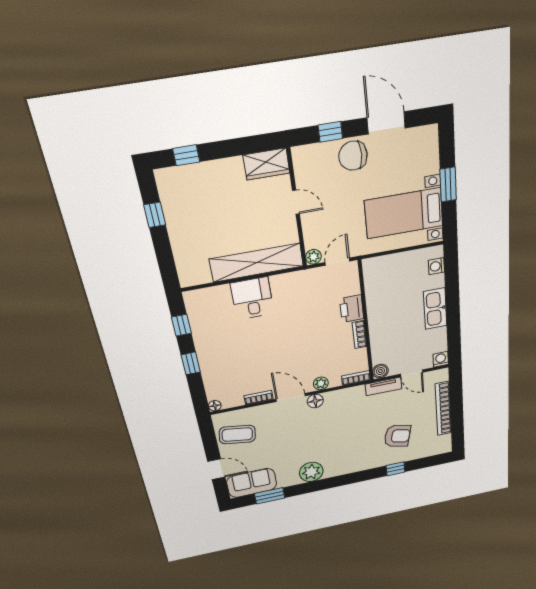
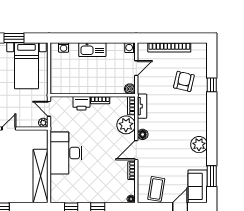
shelving: (257, 263) -> (41, 176), moved
desk: (252, 298) -> (66, 153), width x1.87, depth x1.30
plant: (321, 383) -> (126, 125), width x1.87, depth x1.87
tv unit: (383, 386) -> (142, 106), moved

